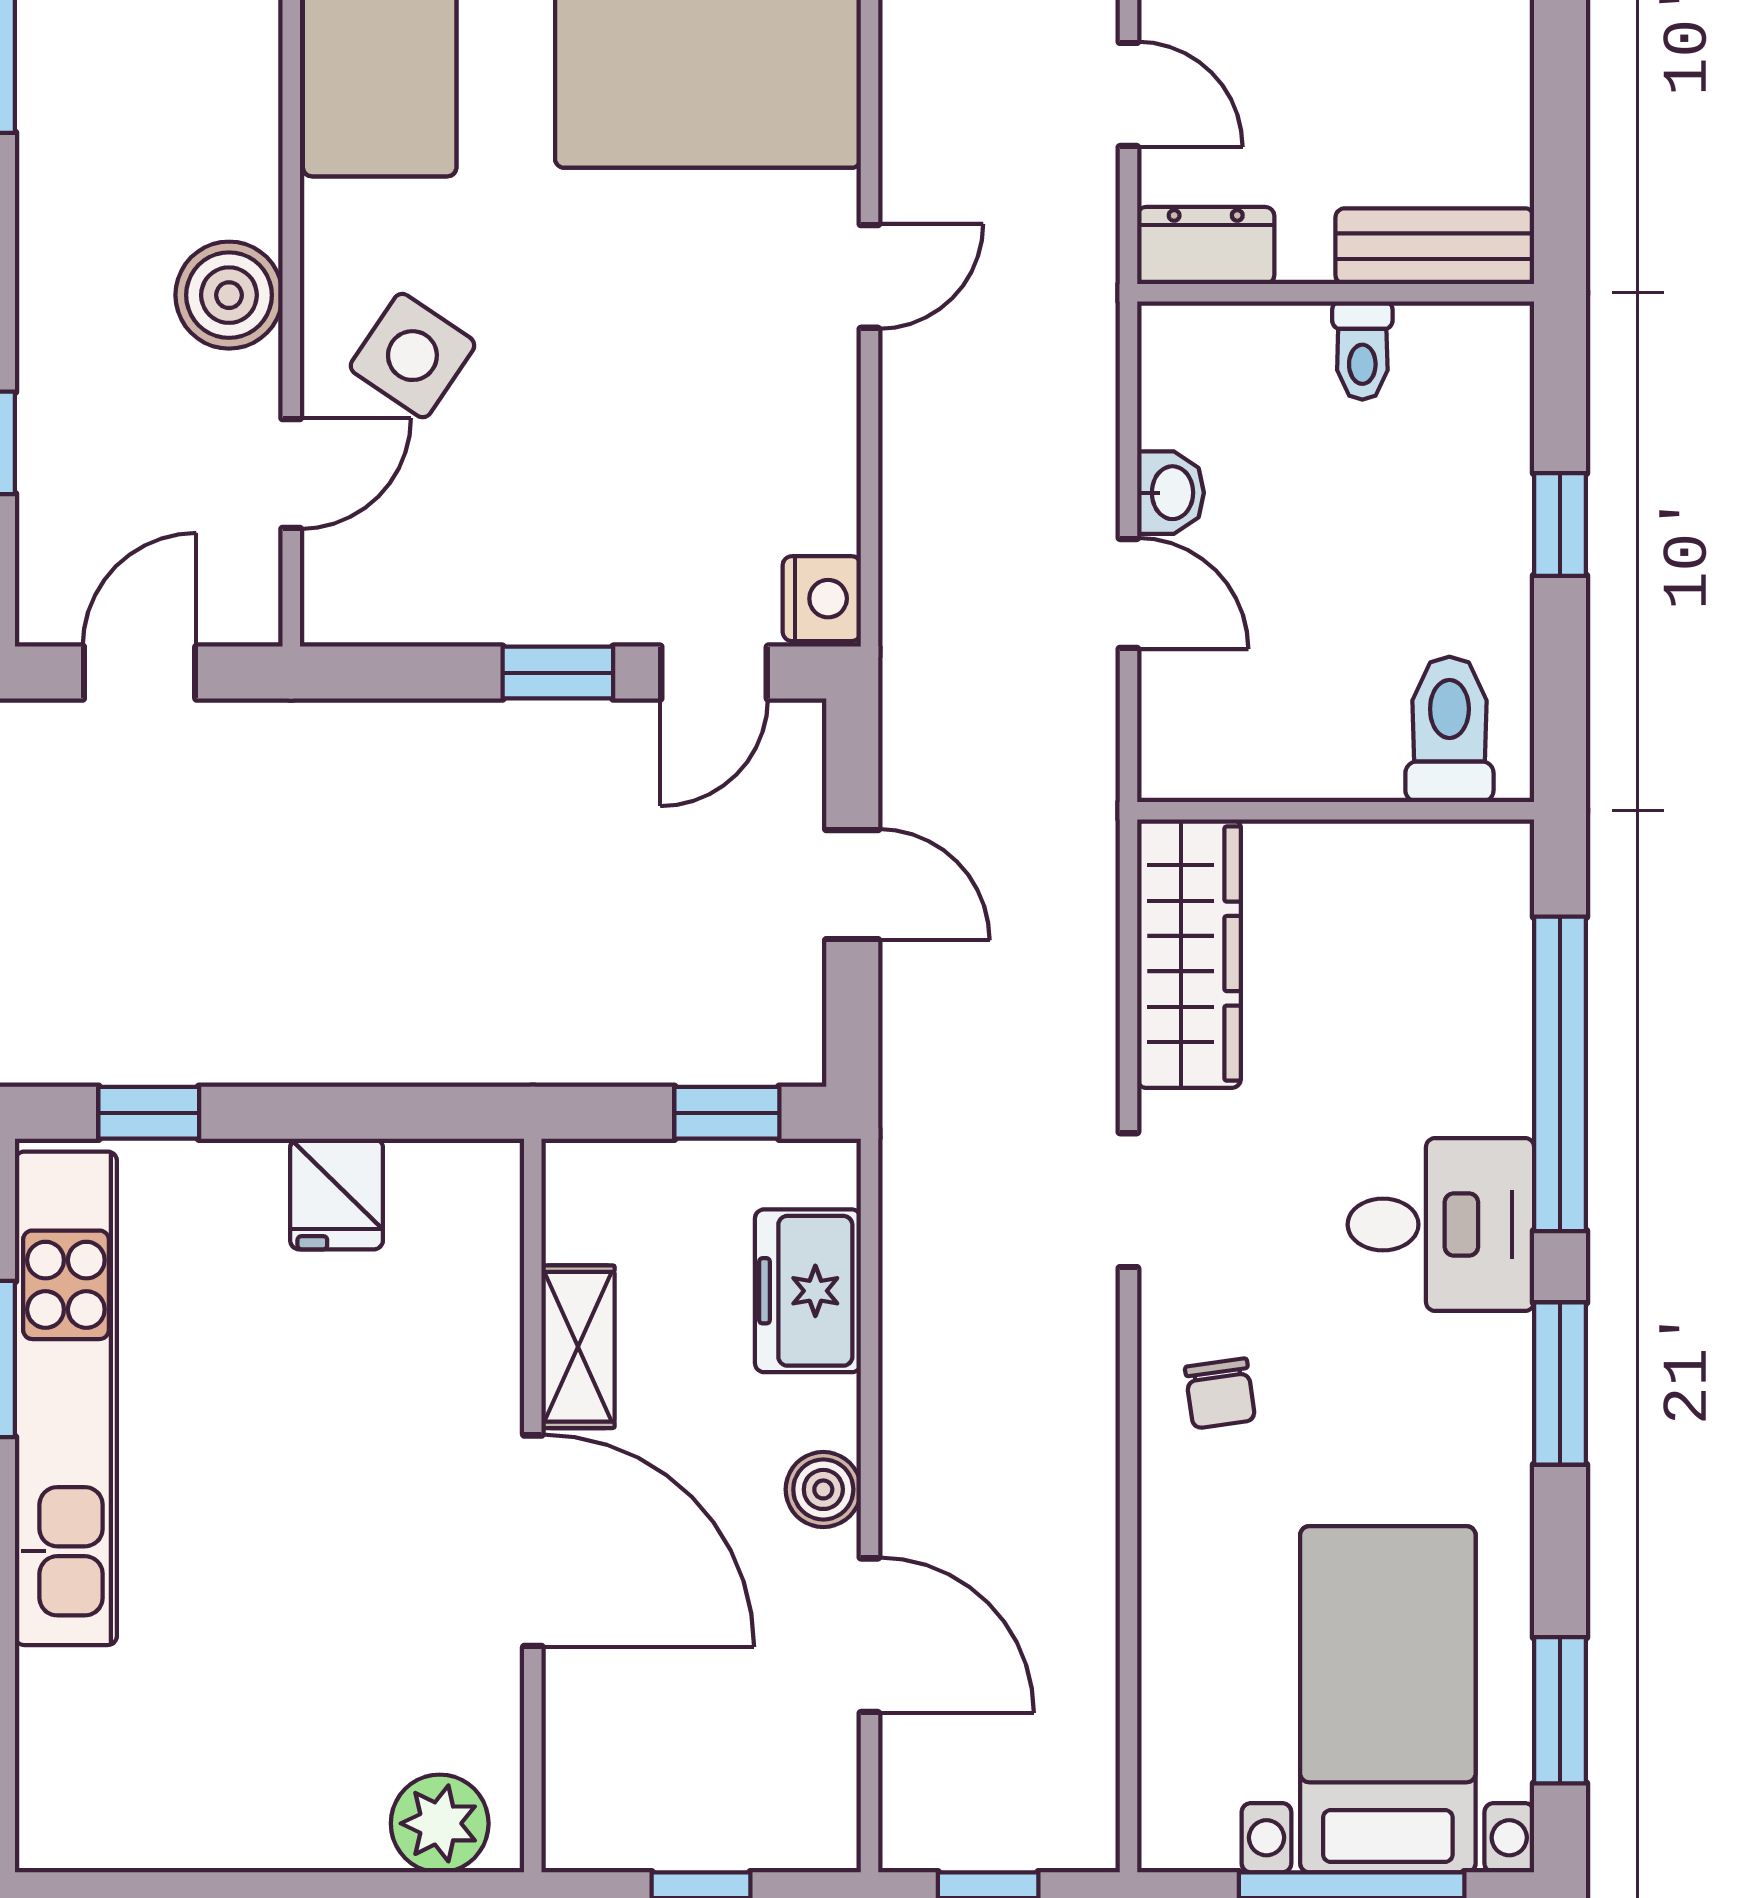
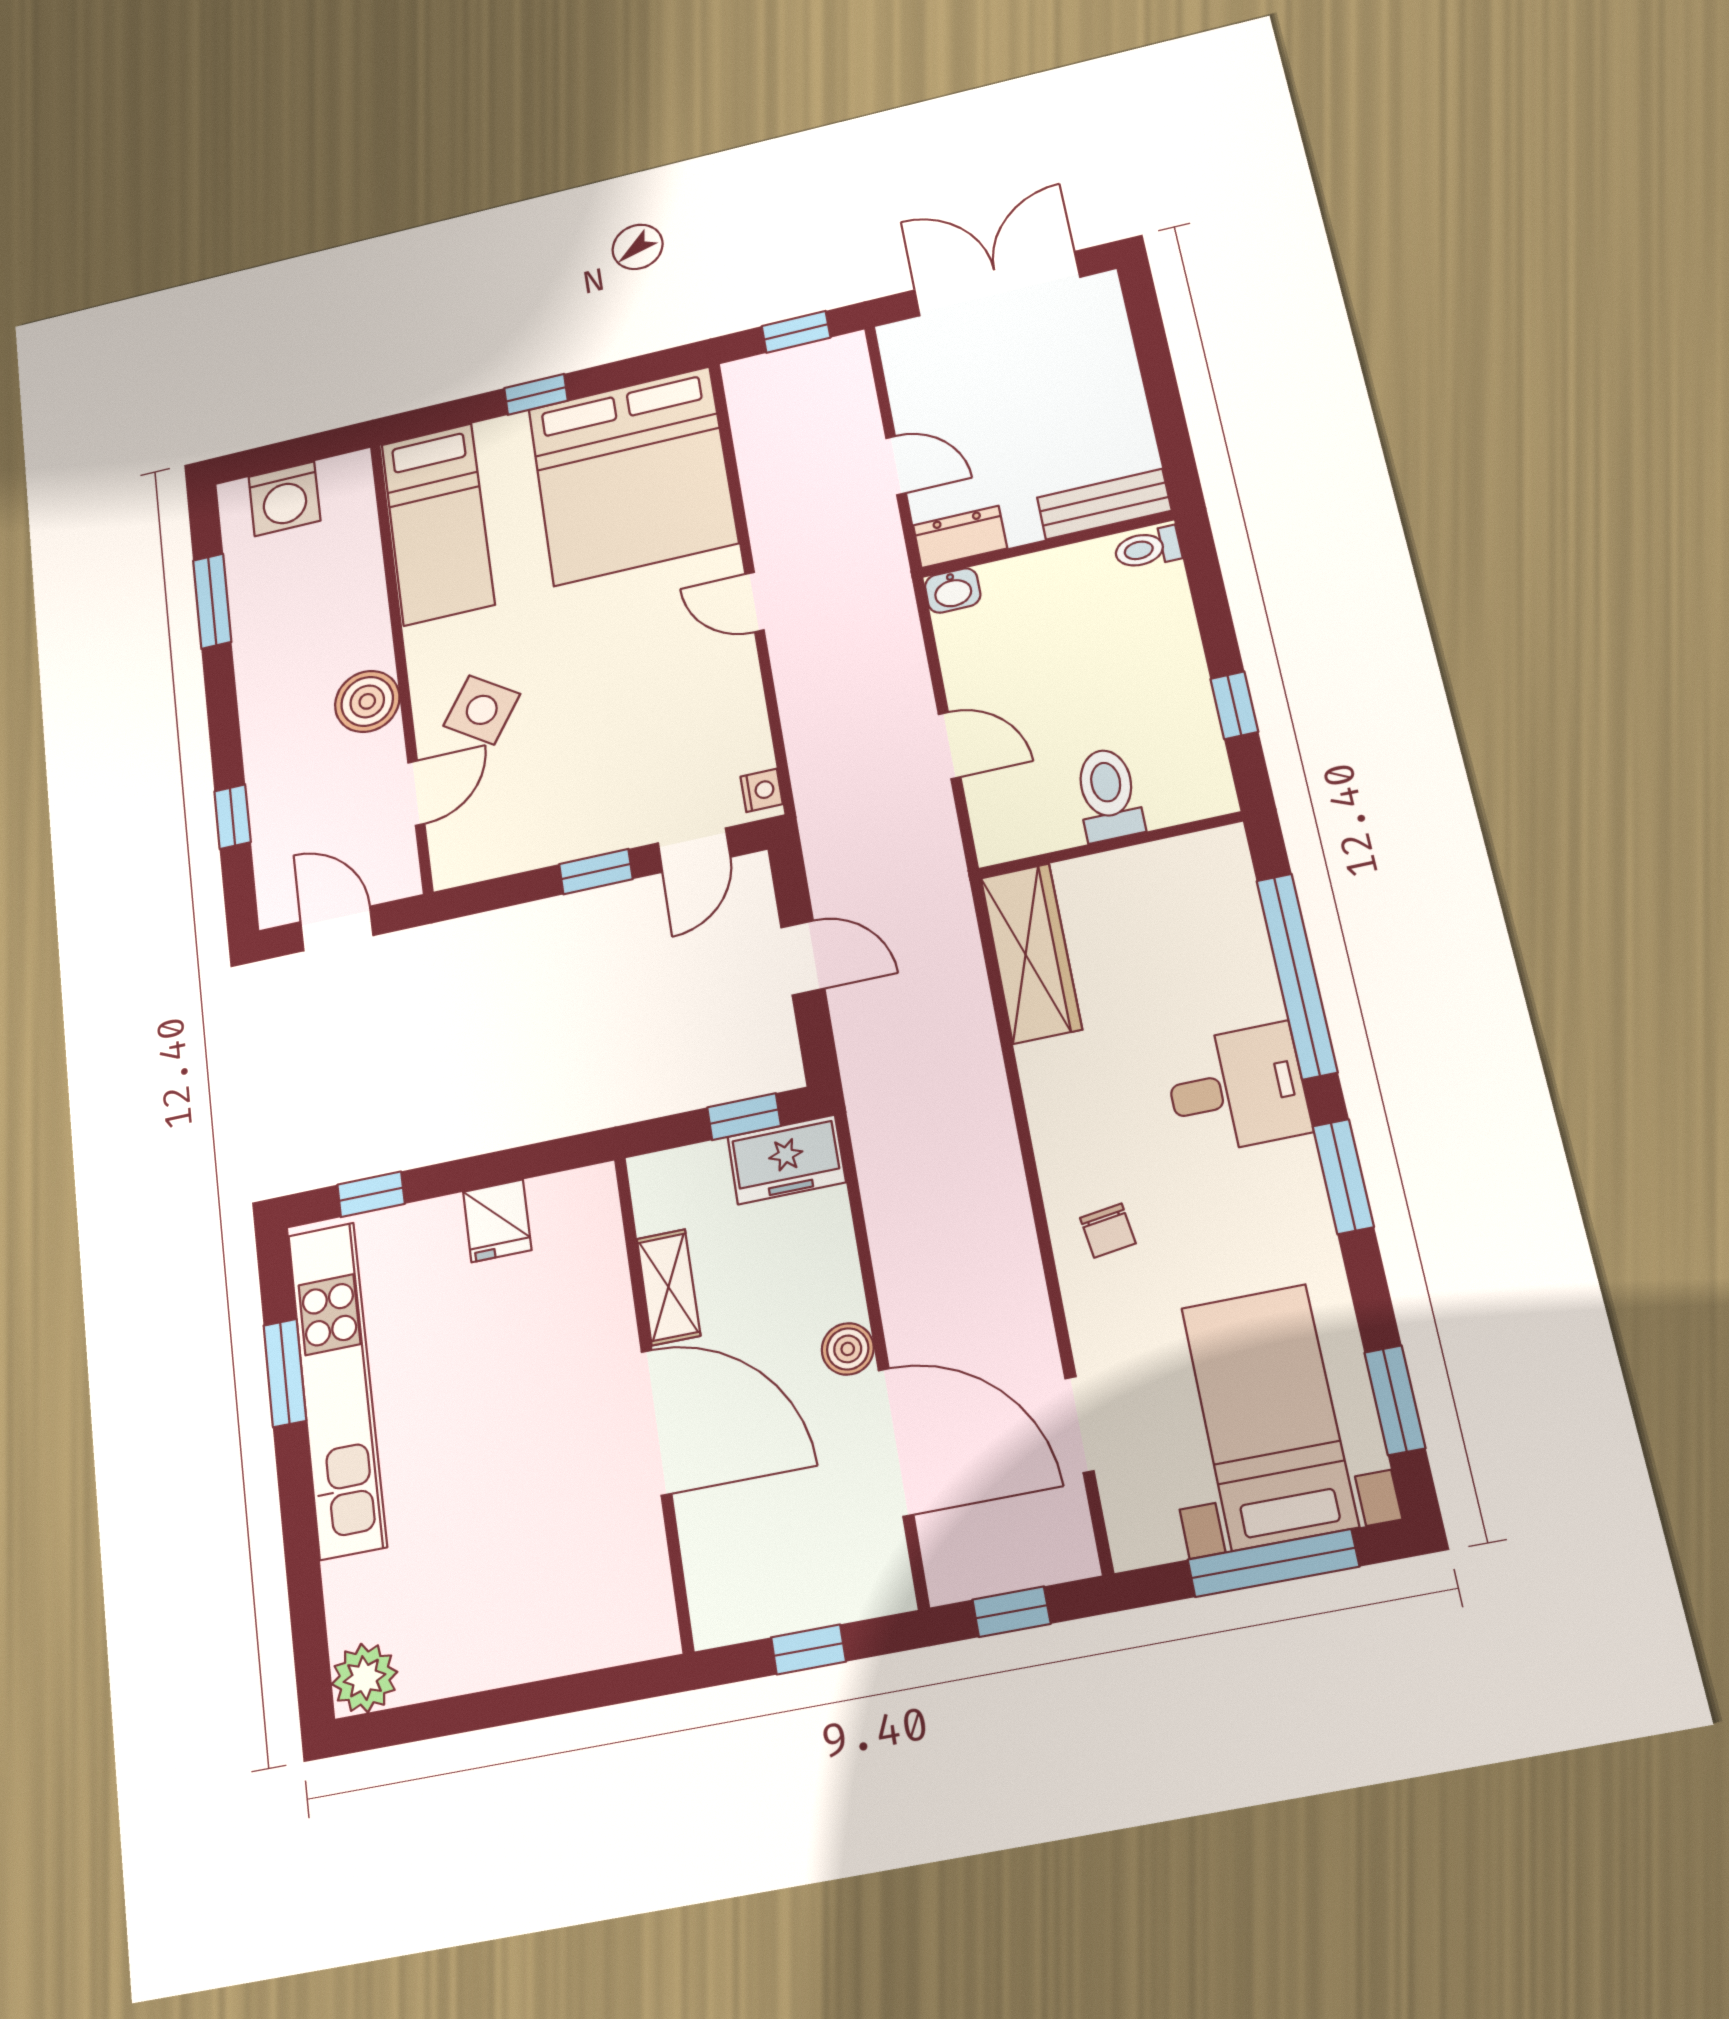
door: (869, 276) -> (754, 602), swing flipped
toilet: (1362, 351) -> (1148, 548), moved, turned 90
washbasin: (1170, 493) -> (953, 591), moved, turned 90
window: (1560, 524) -> (1234, 705), moved
nightstand: (822, 599) -> (762, 790), width x0.72, depth x0.74
door: (140, 673) -> (337, 929), hinge flipped
toilet: (1449, 729) -> (1108, 794), moved
doorway: (1128, 1200) -> (1080, 1424), moved
freezer: (808, 1291) -> (787, 1160), moved, turned -90
door: (869, 1635) -> (896, 1442), width x1.36
plant: (440, 1823) -> (365, 1678), moved

